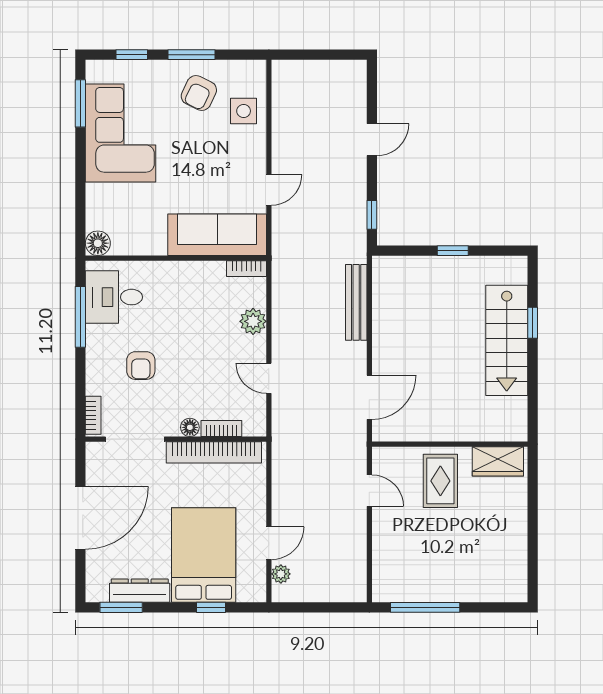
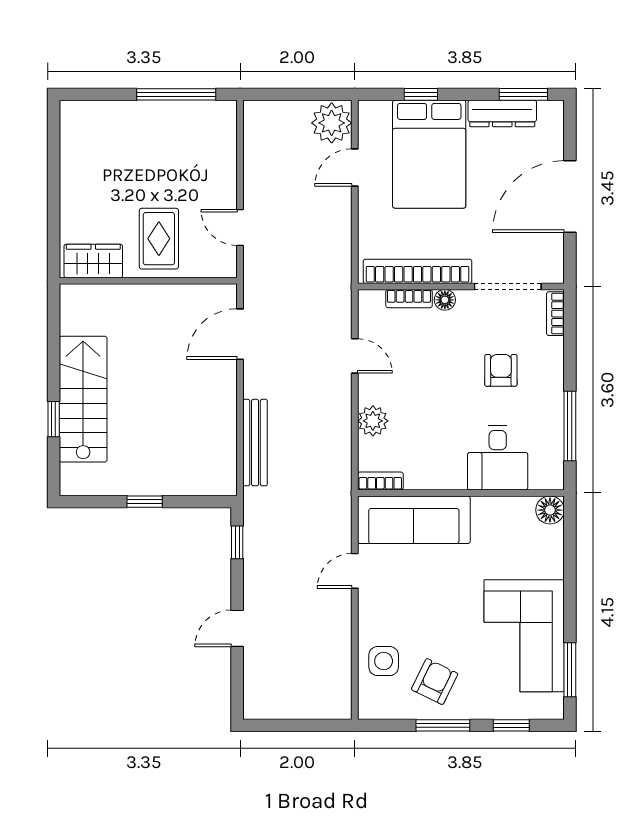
desk: (114, 297) -> (498, 458), moved, turned 90
plant: (281, 574) -> (332, 123), width x1.87, depth x1.87

